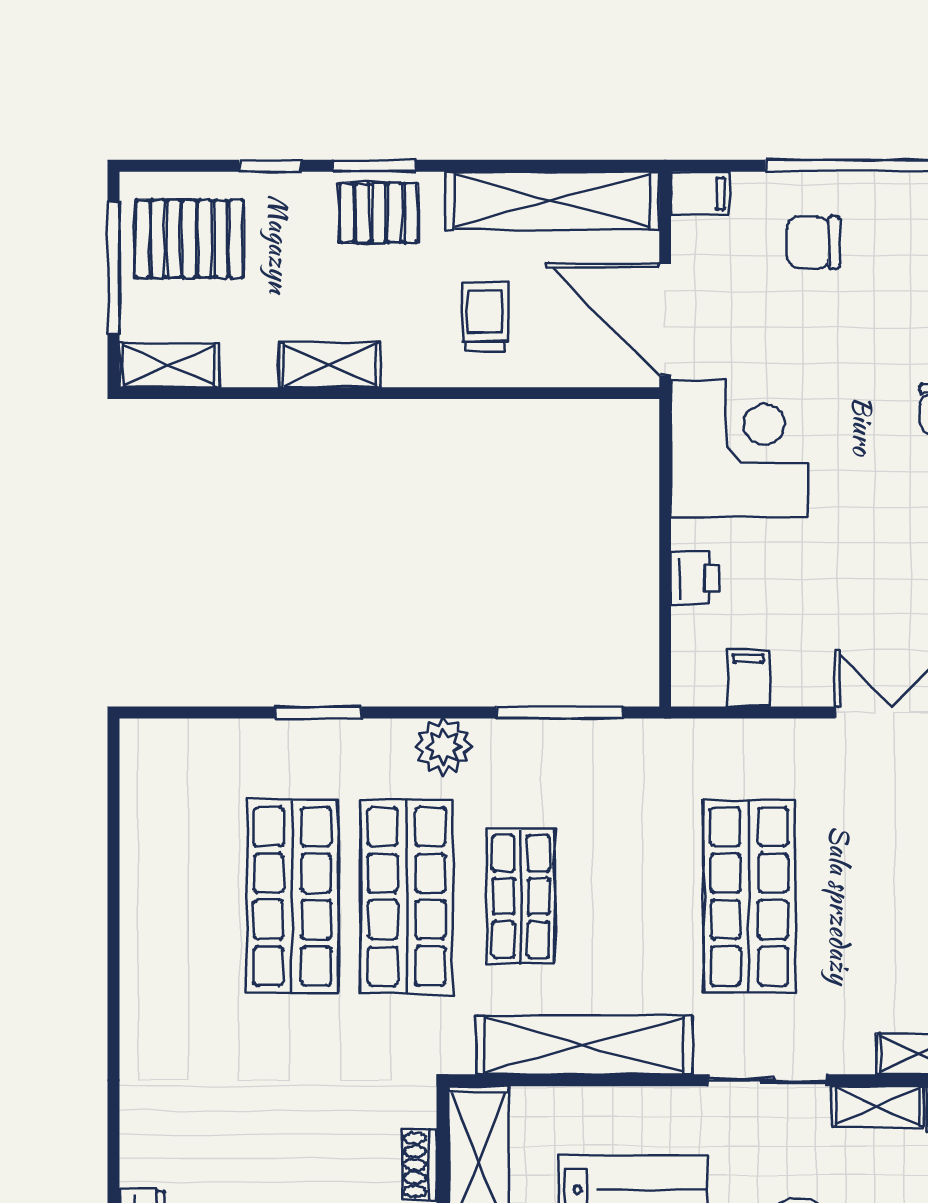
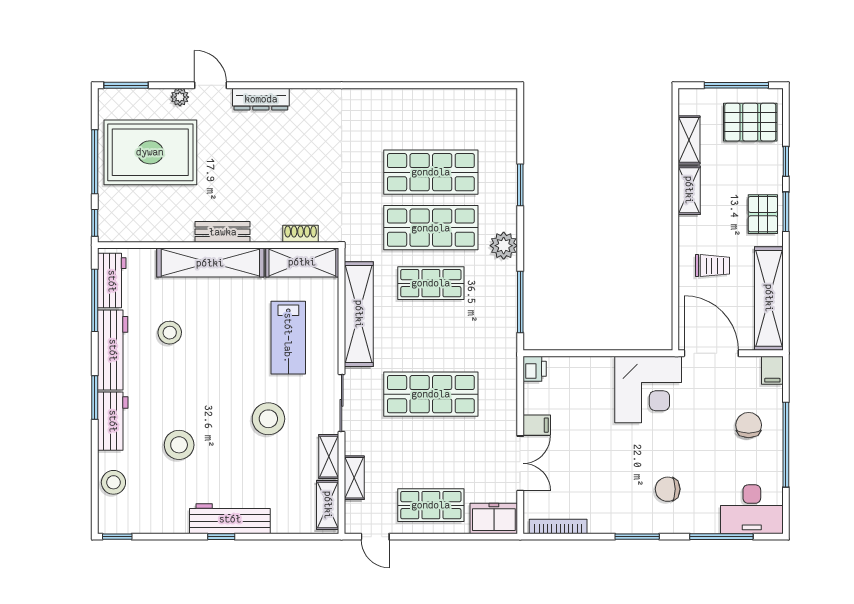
pallet: (189, 239) -> (750, 122), turned 90
door: (665, 319) -> (711, 353), hinge flipped
shelving: (169, 365) -> (689, 140), moved
printer: (695, 578) -> (535, 369), moved, turned -90
filing cabinet: (748, 678) -> (537, 425), moved

